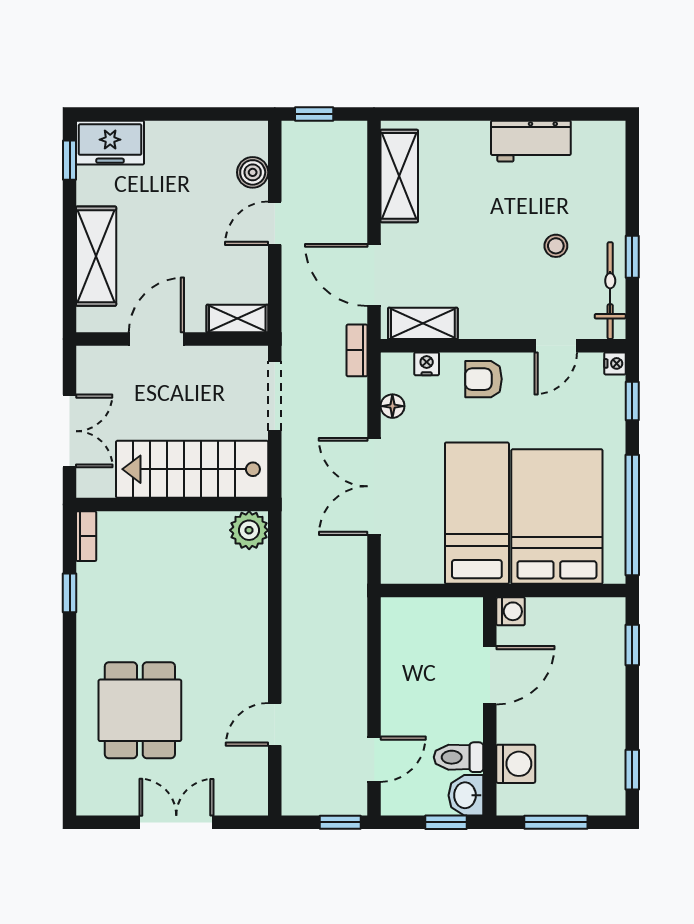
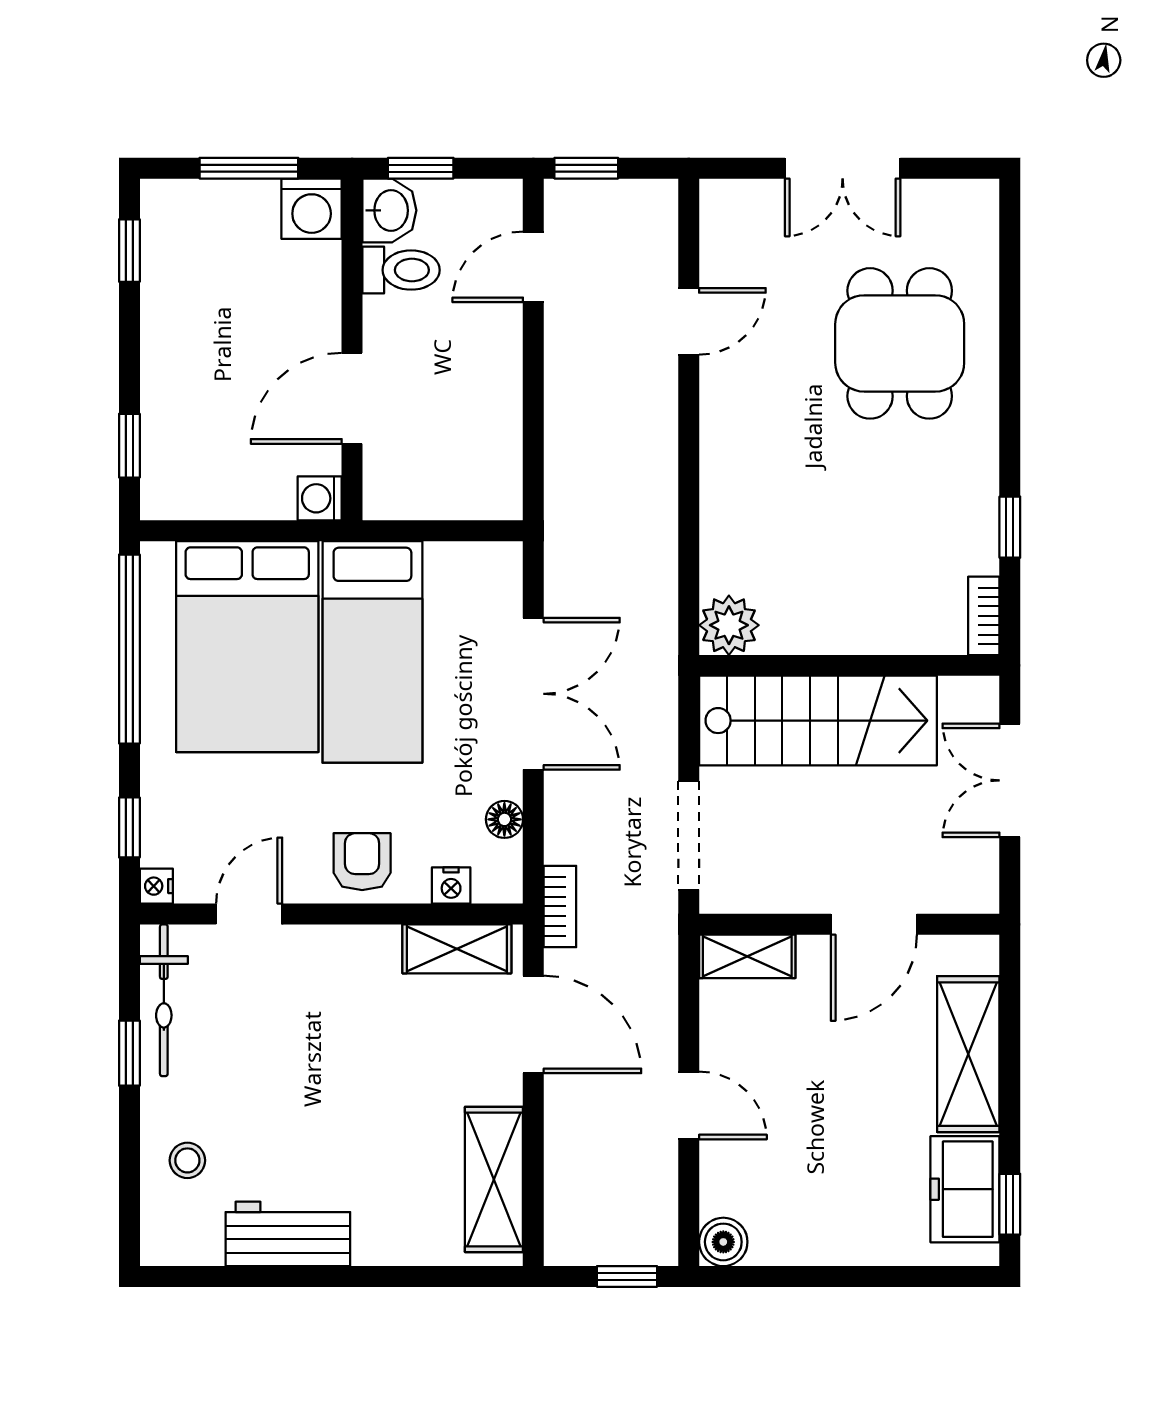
freezer: (110, 143) -> (965, 1189), moved, turned -90
boiler: (253, 172) -> (723, 1242), moved
door: (275, 223) -> (689, 1105), hinge flipped
stool: (556, 246) -> (187, 1160), moved
armchair: (484, 379) -> (362, 862), turned -90
washing machine: (516, 764) -> (312, 209), moved, turned -90

